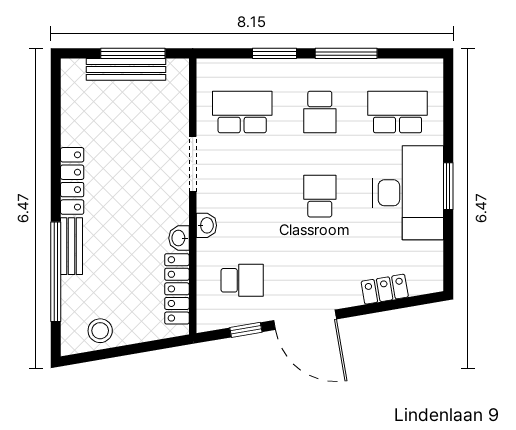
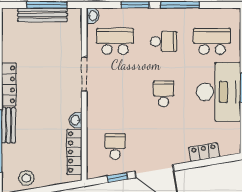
school desk: (320, 112) -> (164, 41), turned -90
washbasin: (206, 225) -> (93, 16), moved
school desk: (242, 280) -> (115, 147), turned -90

